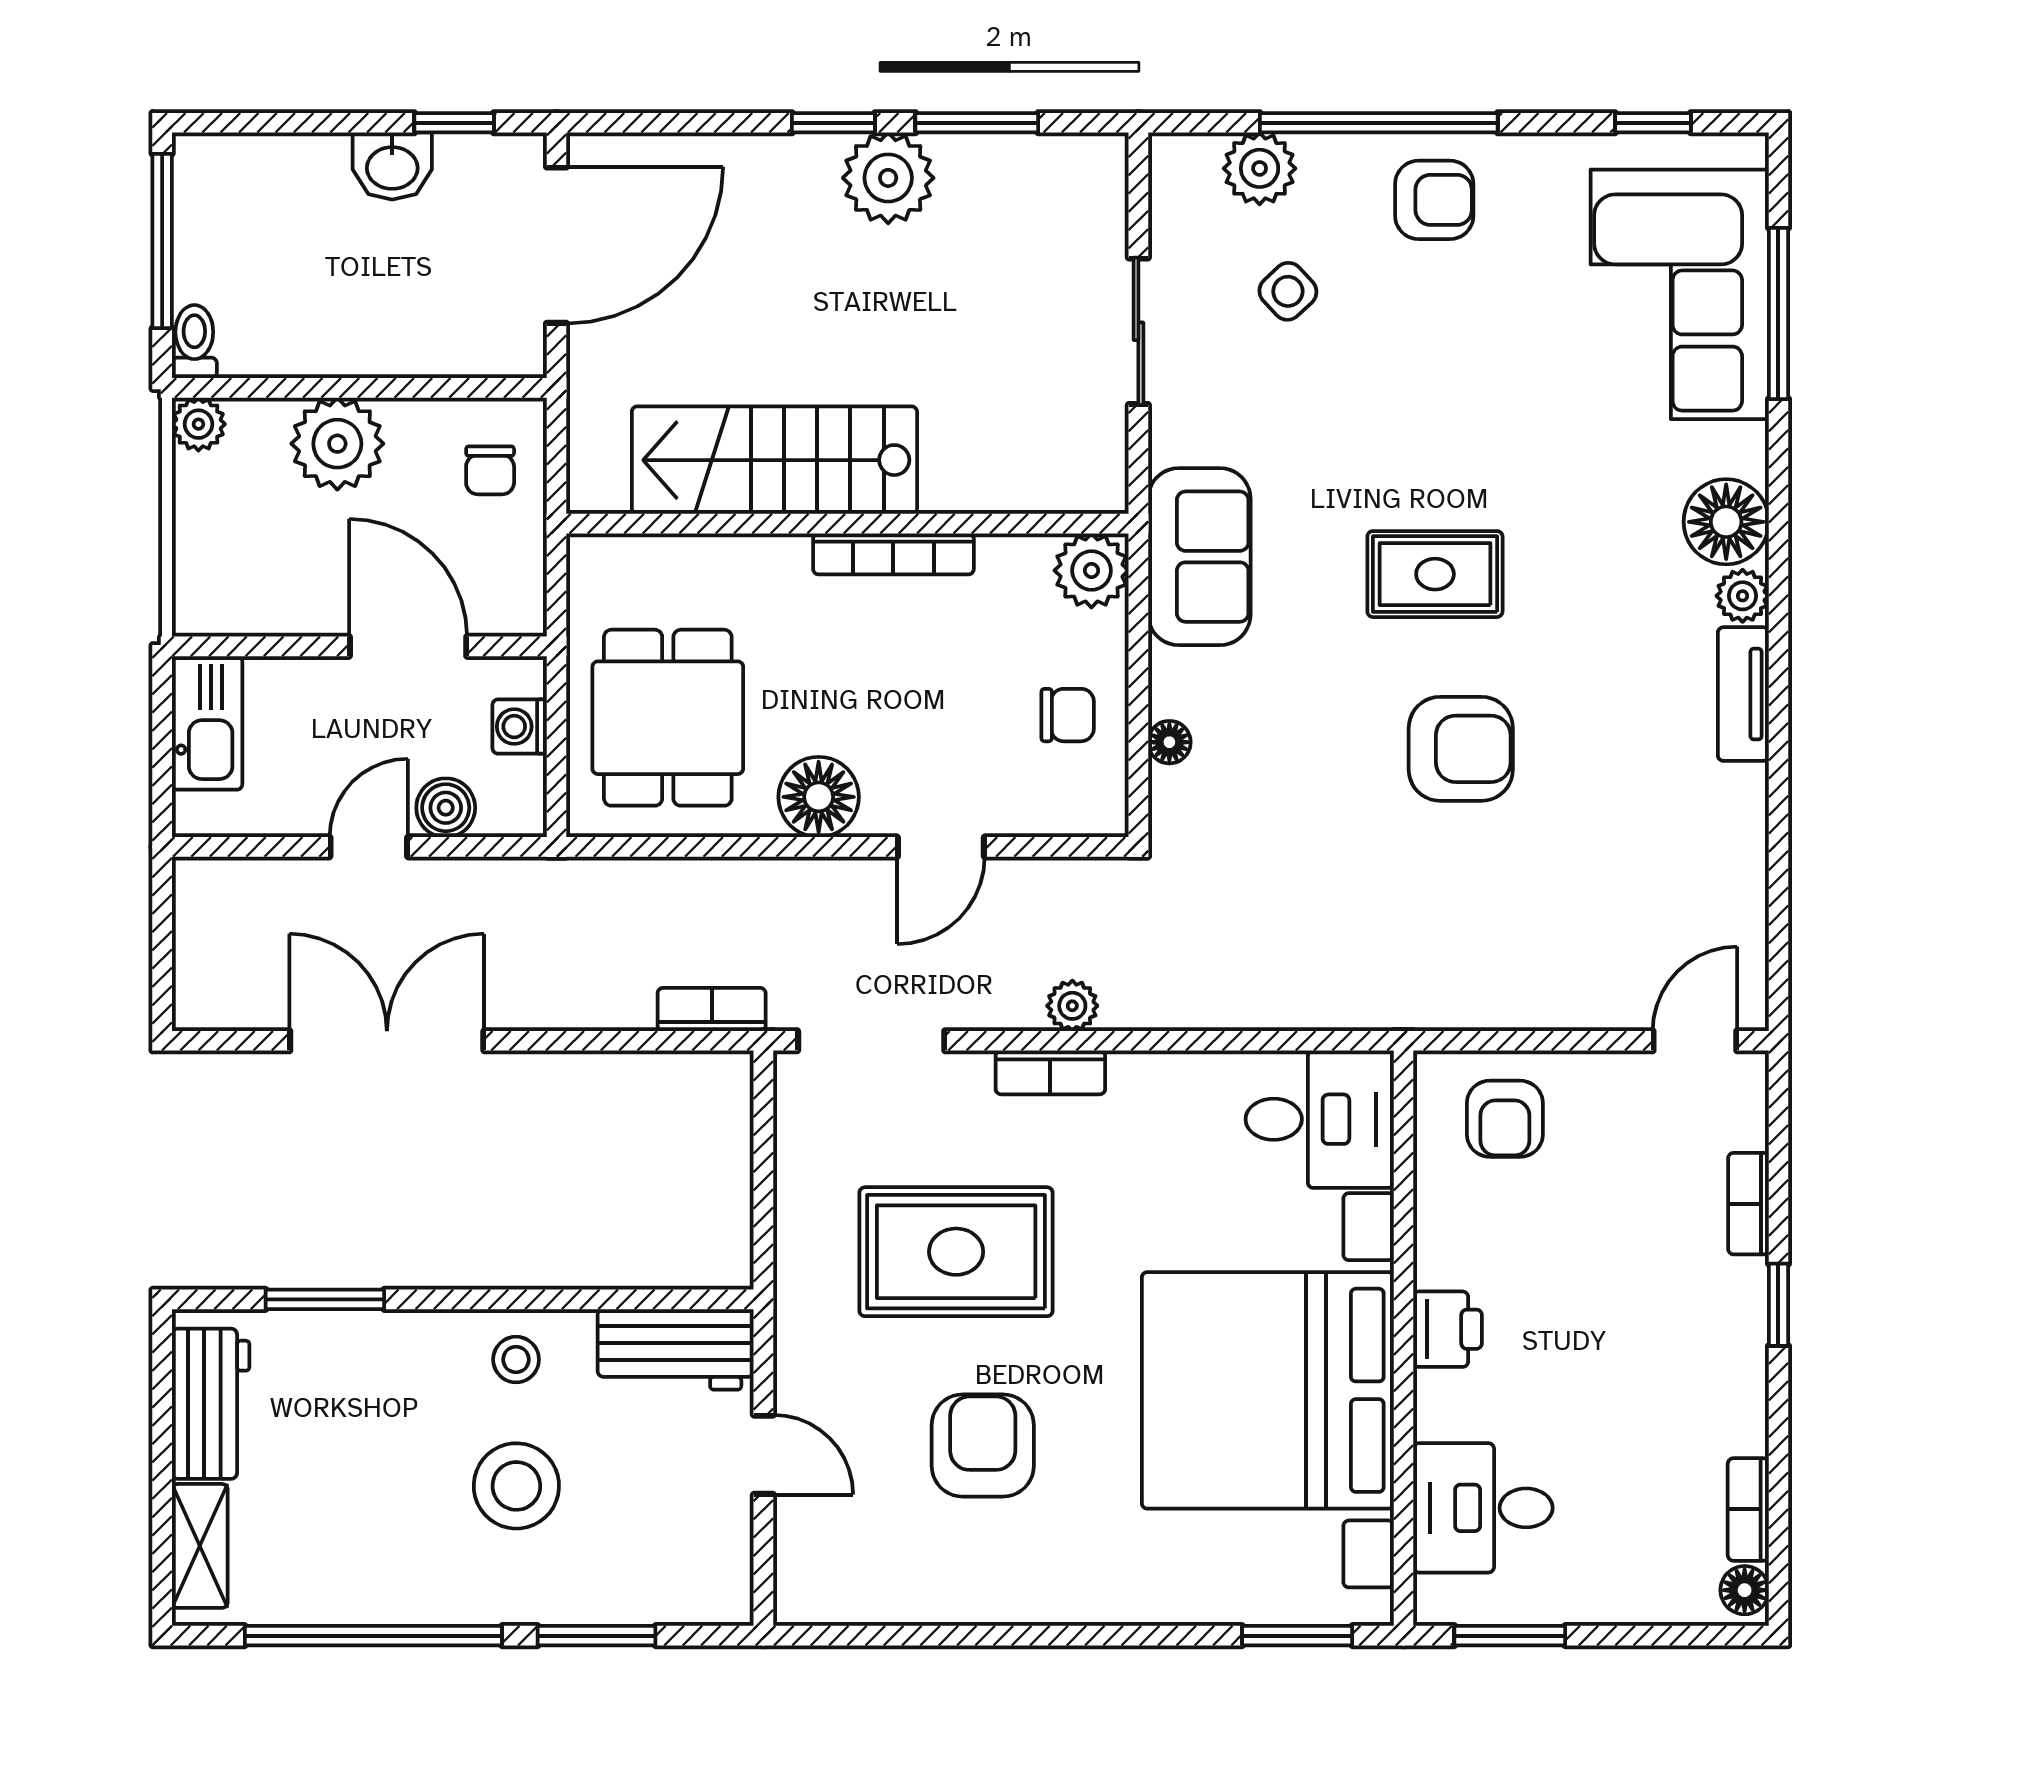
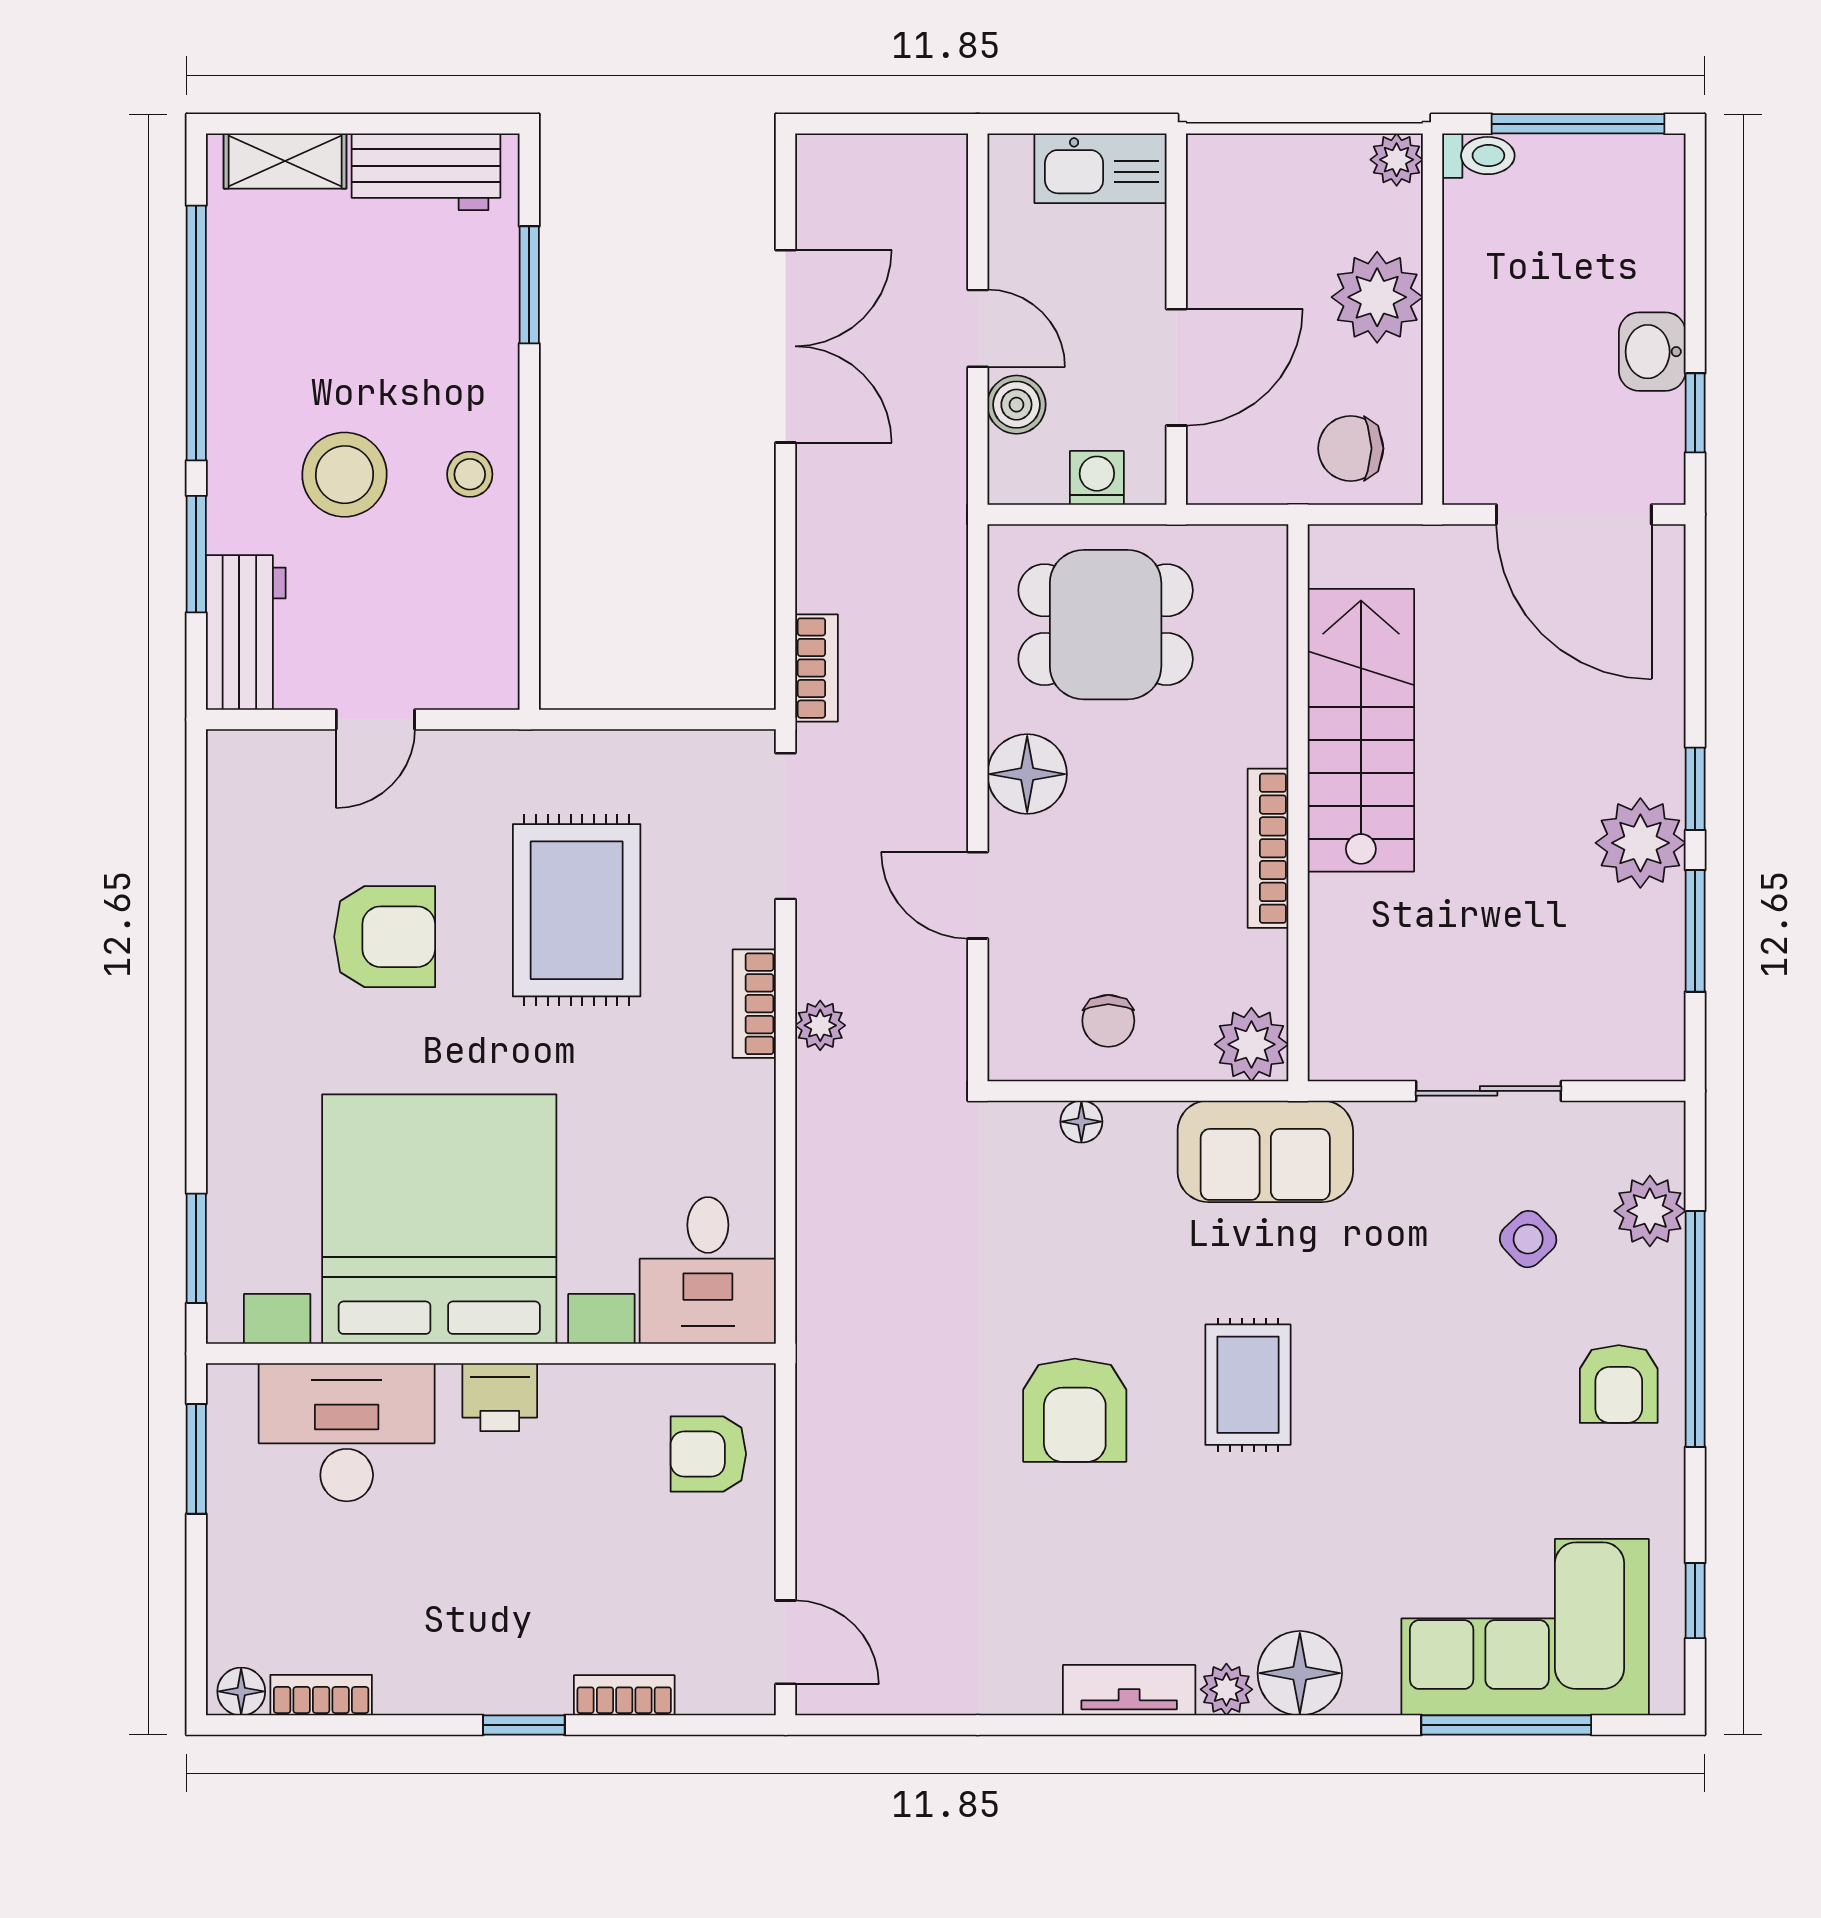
chair: (490, 470) -> (1351, 448), width x1.37, depth x1.37
workbench: (676, 1349) -> (246, 632), moved, turned 180
desk: (1483, 1508) -> (347, 1432), width x1.37

